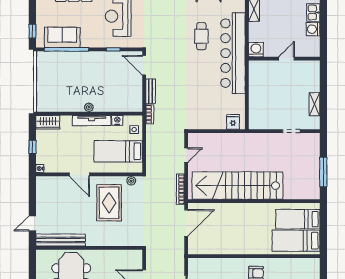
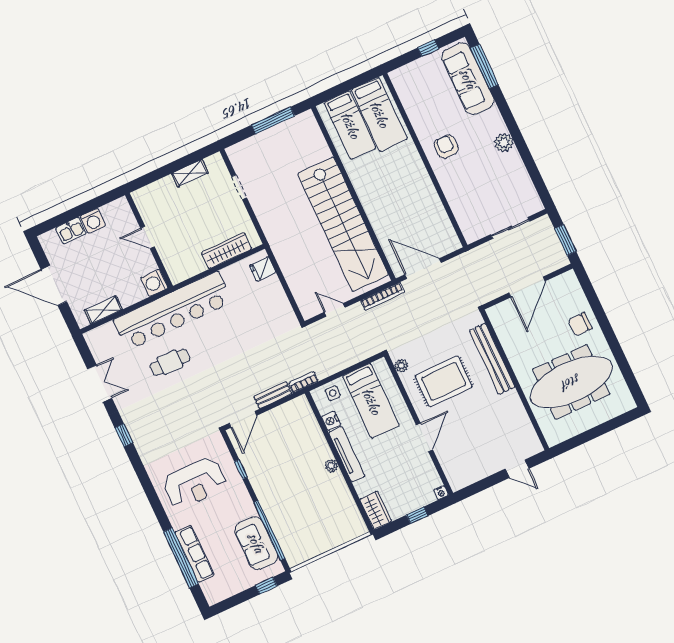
wardrobe: (255, 105) -> (227, 251), added
bench: (61, 240) -> (492, 359), moved

